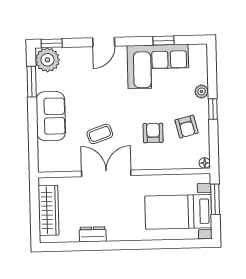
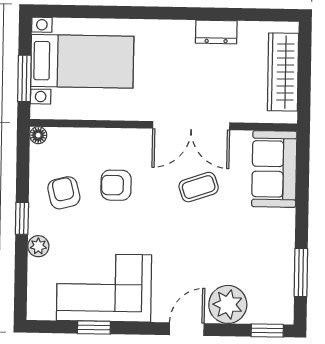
plant: (47, 60) -> (228, 304), moved
sofa: (51, 116) -> (274, 169), moved
armchair: (153, 133) -> (116, 185), turned 90

